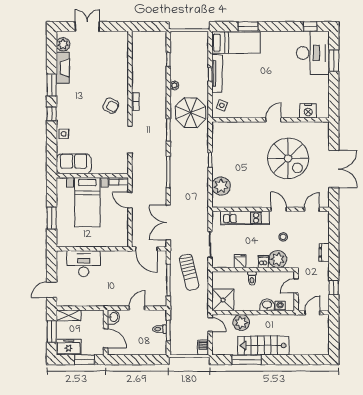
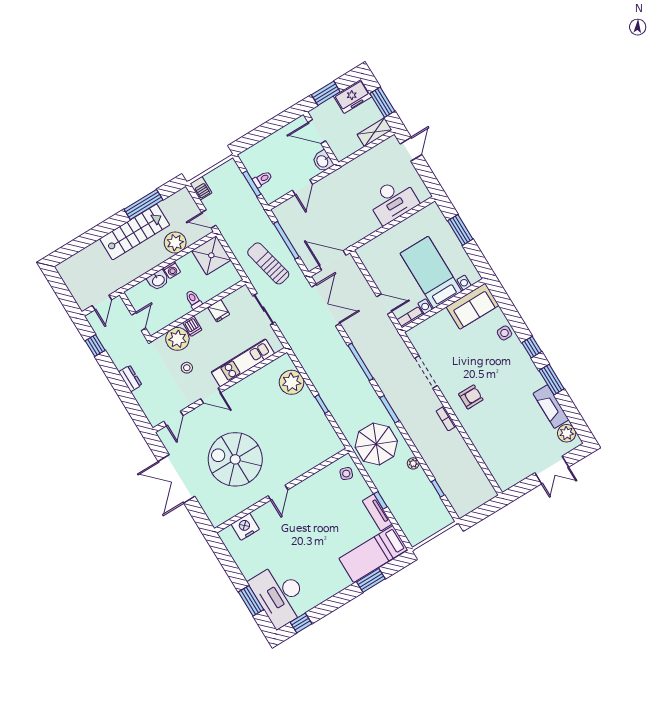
tv unit: (217, 73) -> (377, 512), width x0.71
armchair: (111, 106) -> (471, 397), turned 152
washing machine: (280, 306) -> (172, 270), moved

